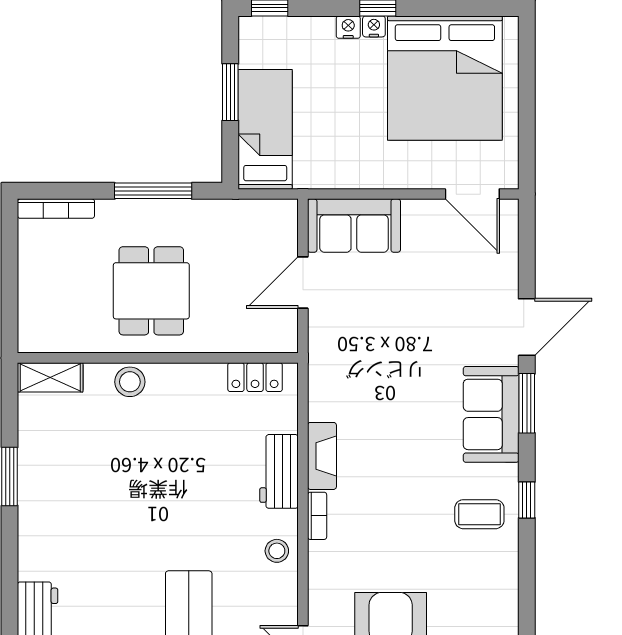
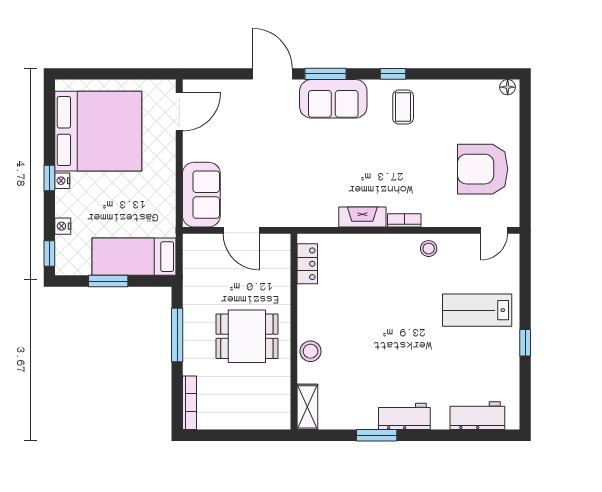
nightstand: (348, 27) -> (63, 226), moved
workbench: (279, 471) -> (404, 416), moved, turned 180

